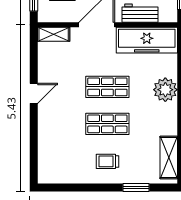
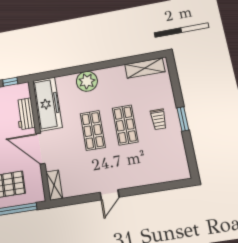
door: (34, 93) -> (110, 195), swing flipped
window: (136, 188) -> (183, 119), moved

